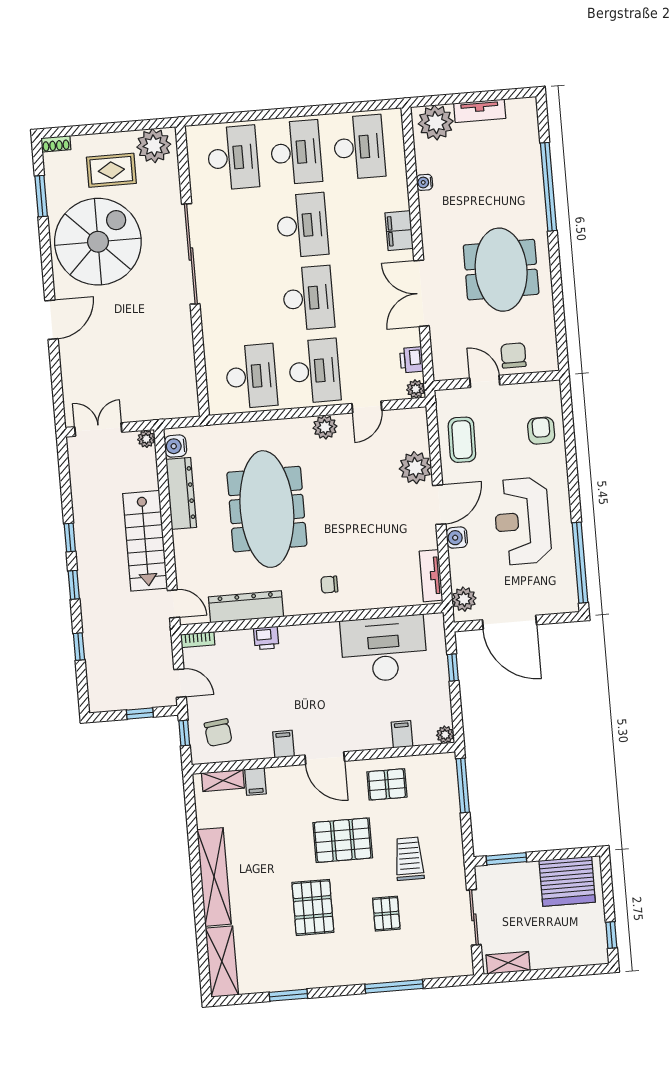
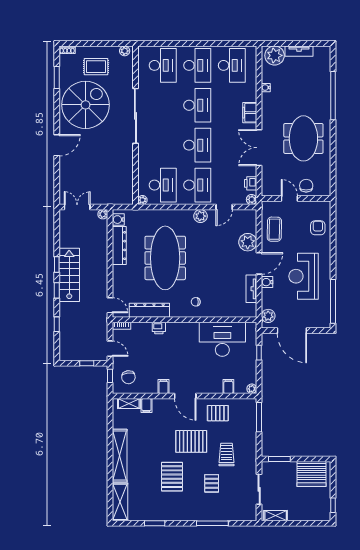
plant: (154, 146) -> (125, 51), width x0.53, depth x0.53
plant: (217, 407) -> (142, 200), added
stairs: (145, 541) -> (69, 275), moved, turned 180
tv unit: (431, 576) -> (251, 289), moved

